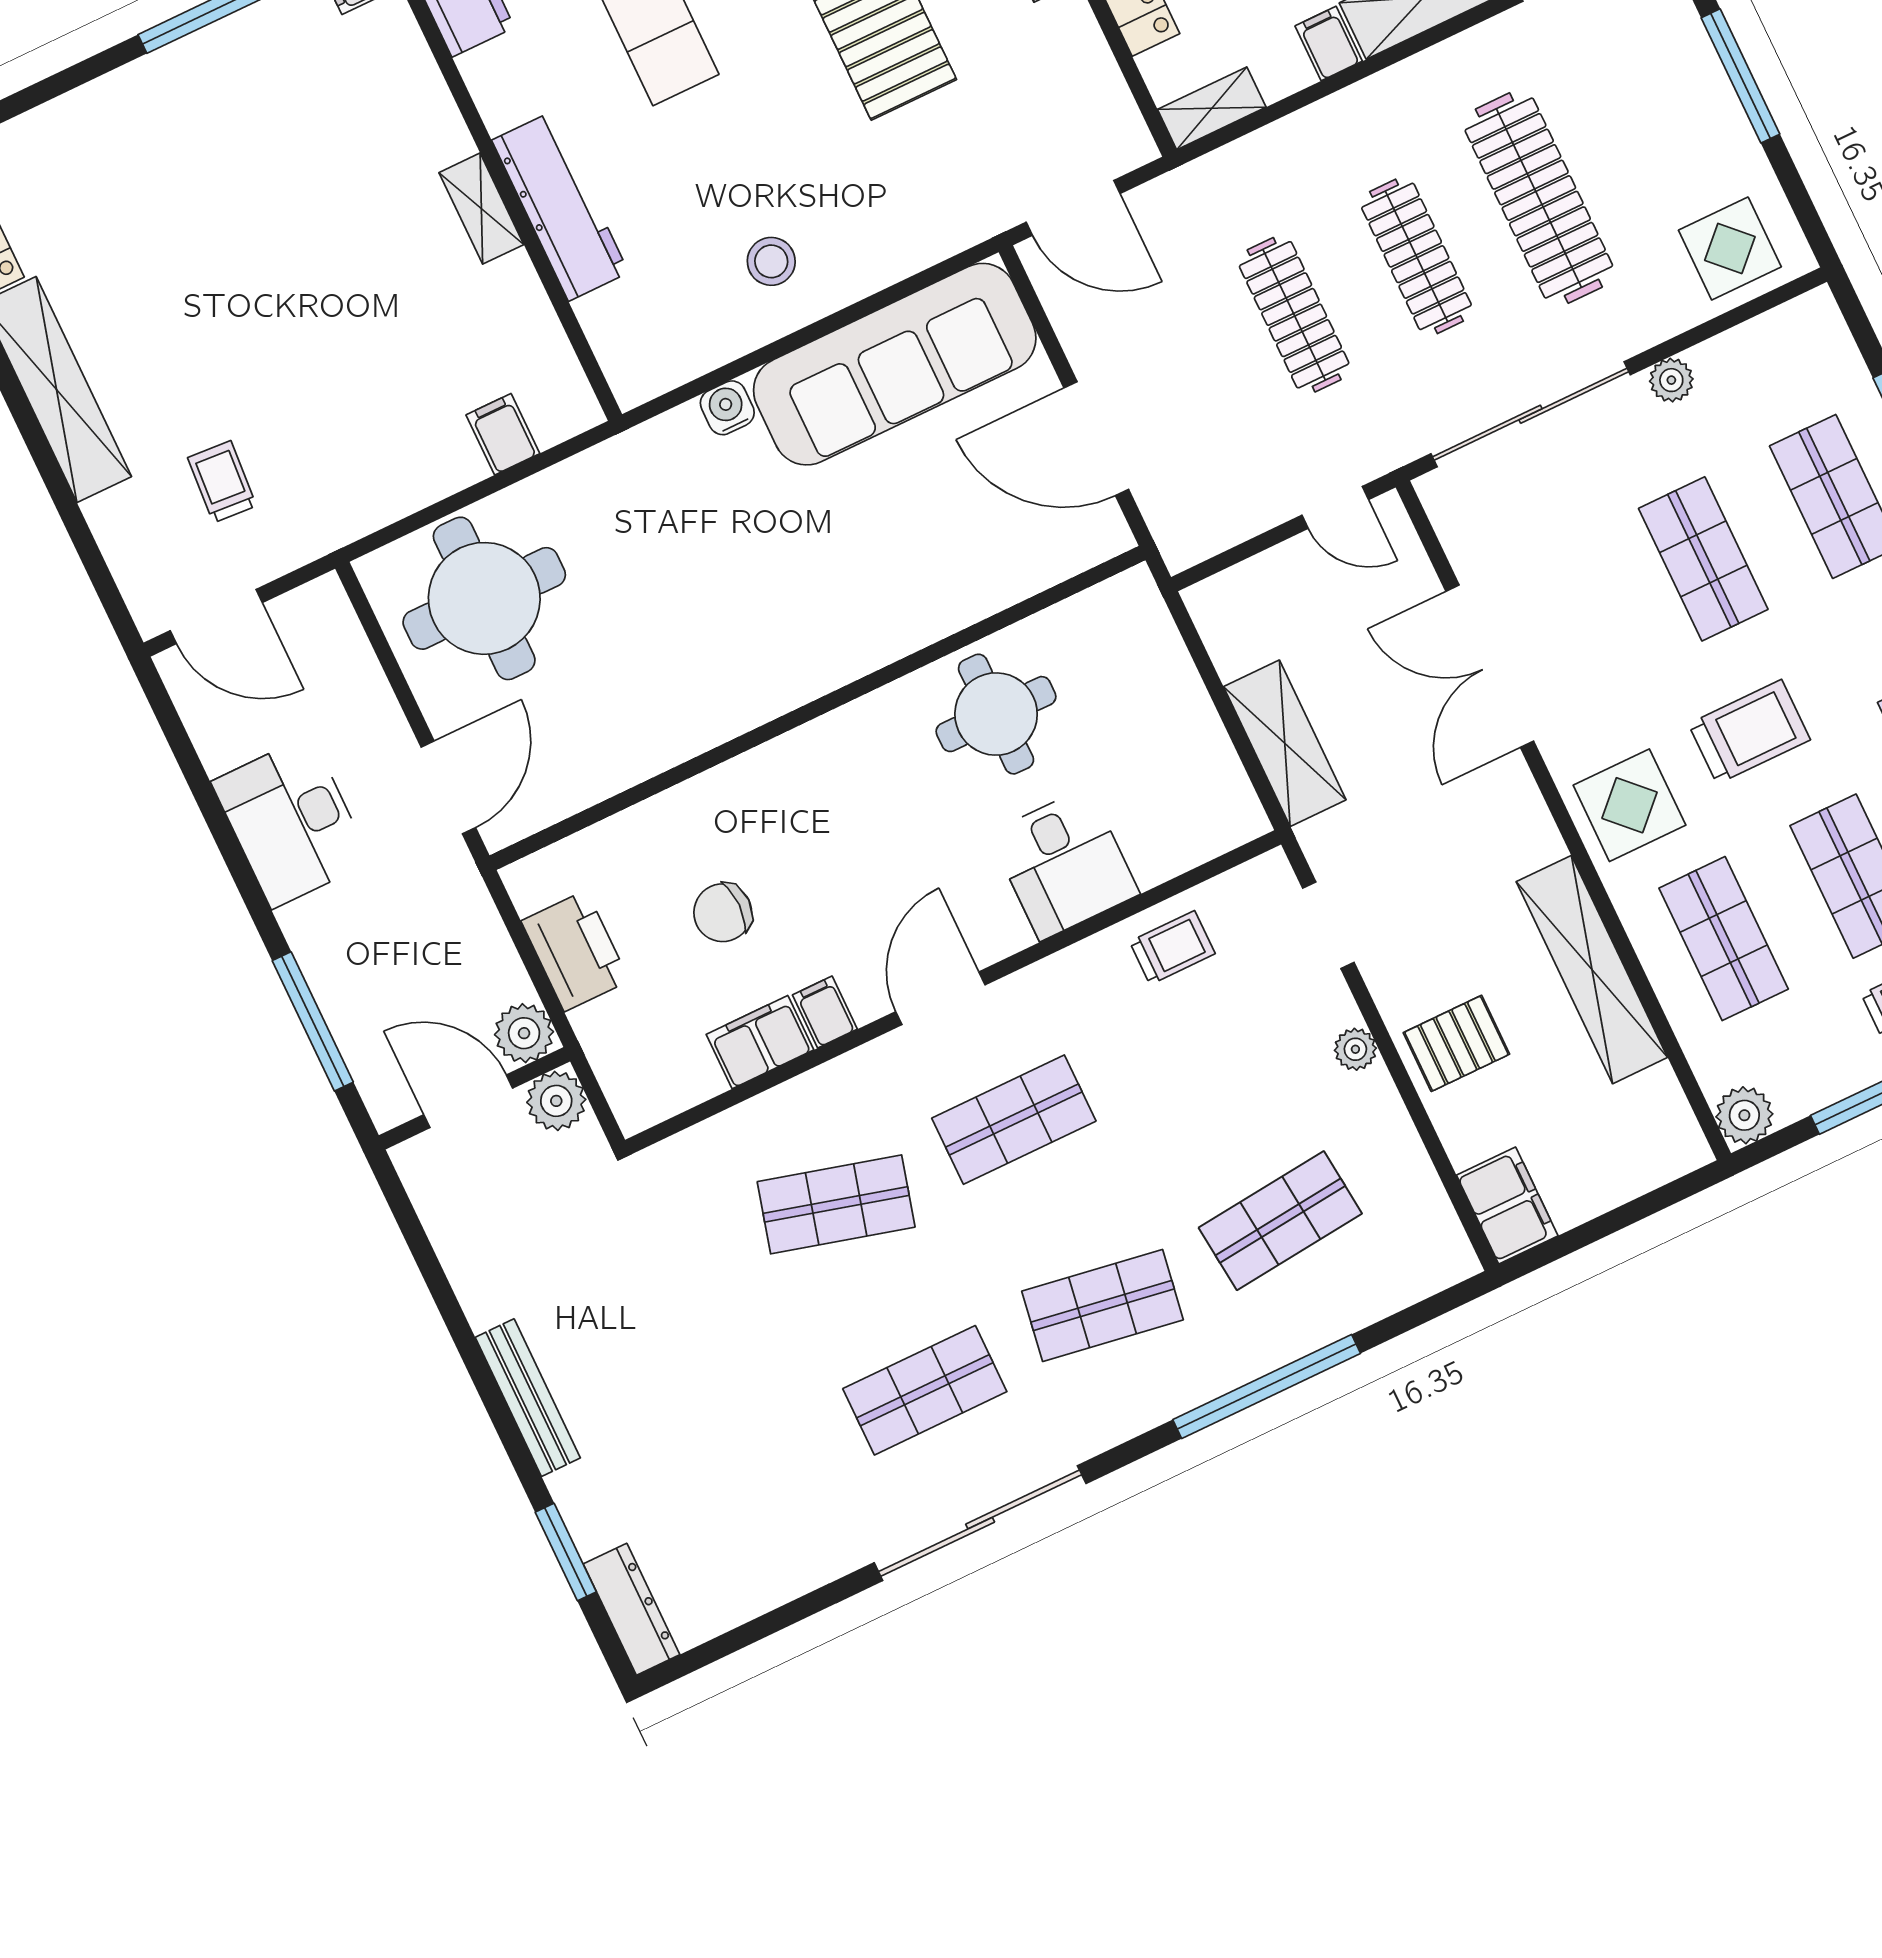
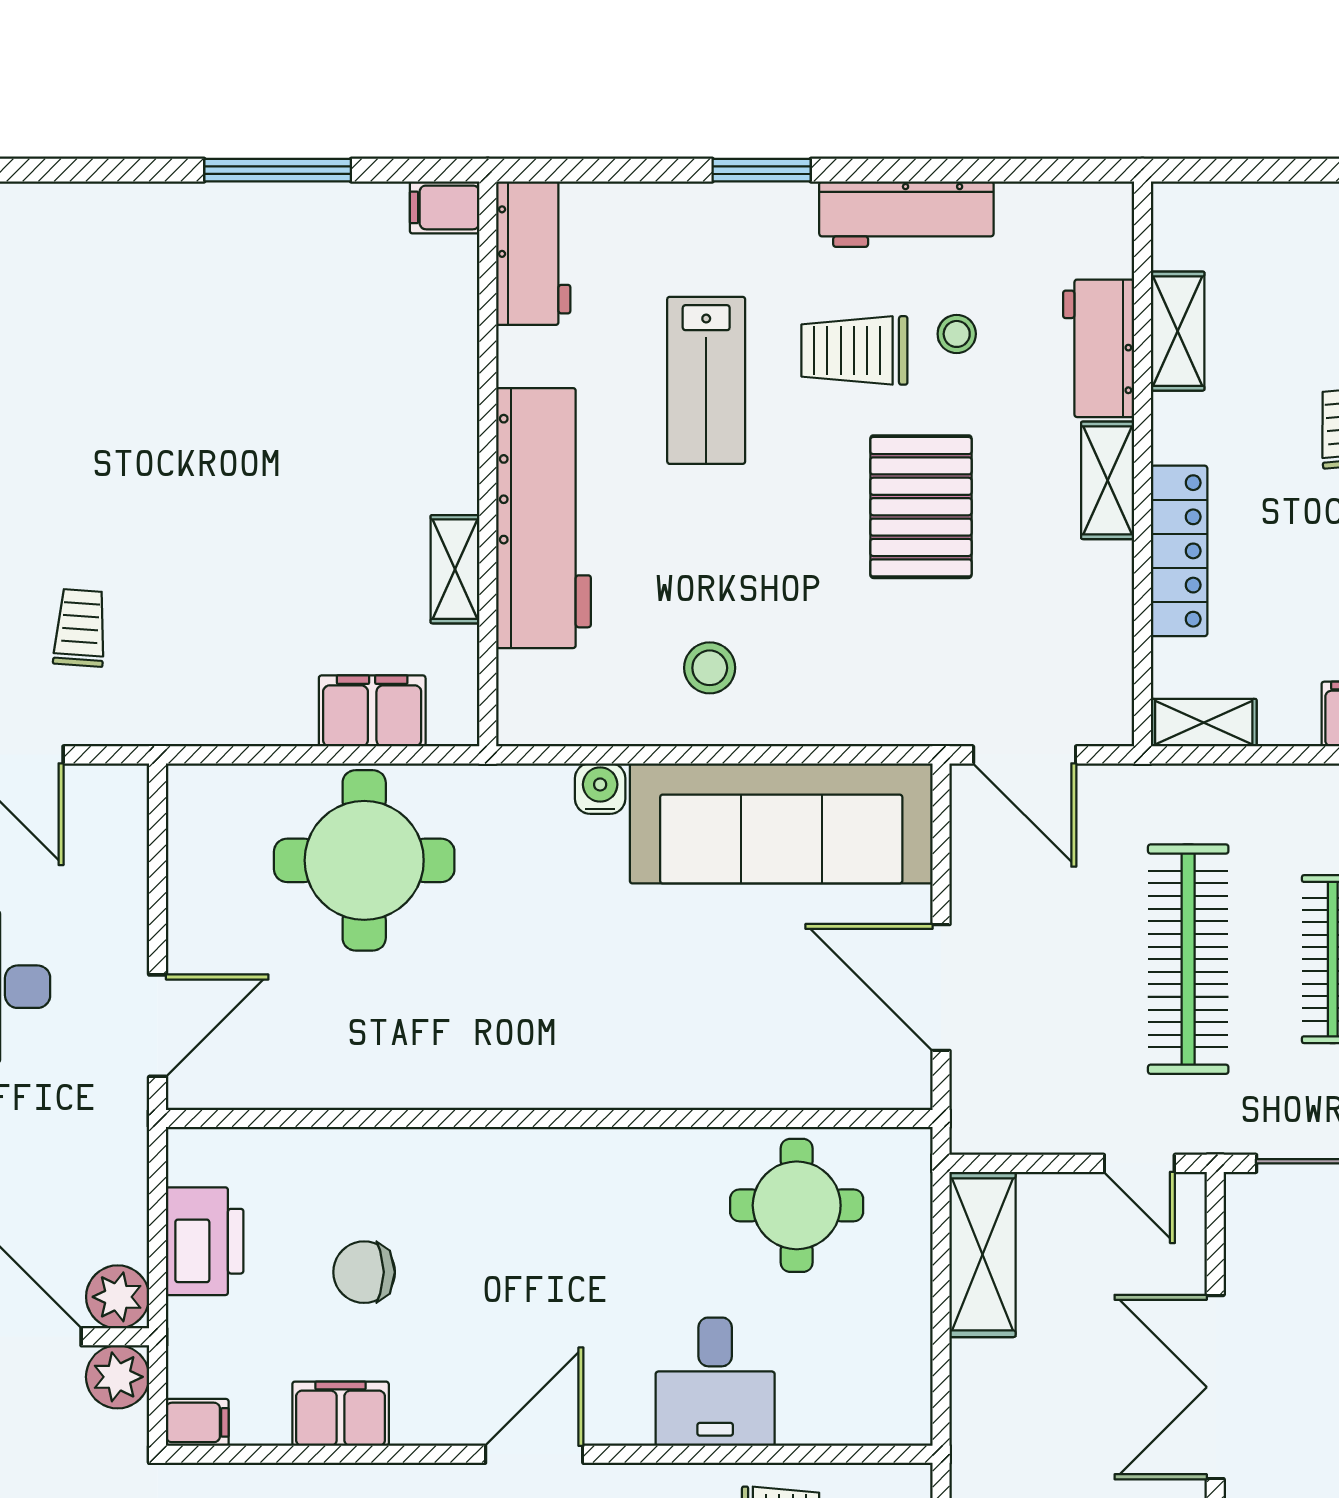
workbench: (560, 206) -> (544, 518), width x1.36, depth x1.32
shelving: (481, 209) -> (455, 569), moved
clothes rail: (1294, 315) -> (1188, 959), width x1.37, depth x1.31
filing cabinet: (503, 434) -> (372, 711), width x2.00
round table: (484, 598) -> (364, 860), moved
round table: (996, 714) -> (797, 1205), moved
shelving: (1285, 743) -> (982, 1254), moved
filing cabinet: (825, 1012) -> (197, 1422), moved, turned 90

